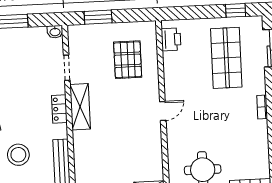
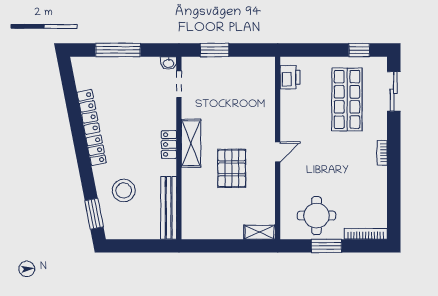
pallet: (128, 60) -> (232, 168), moved
doorway: (67, 68) -> (179, 84), moved

